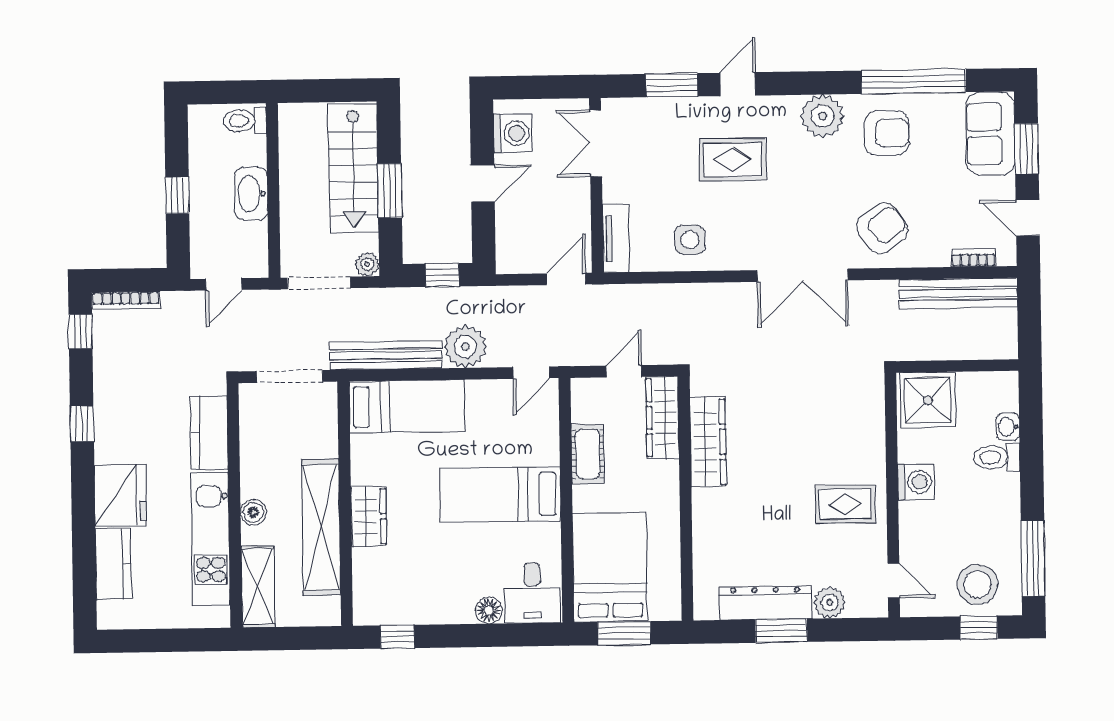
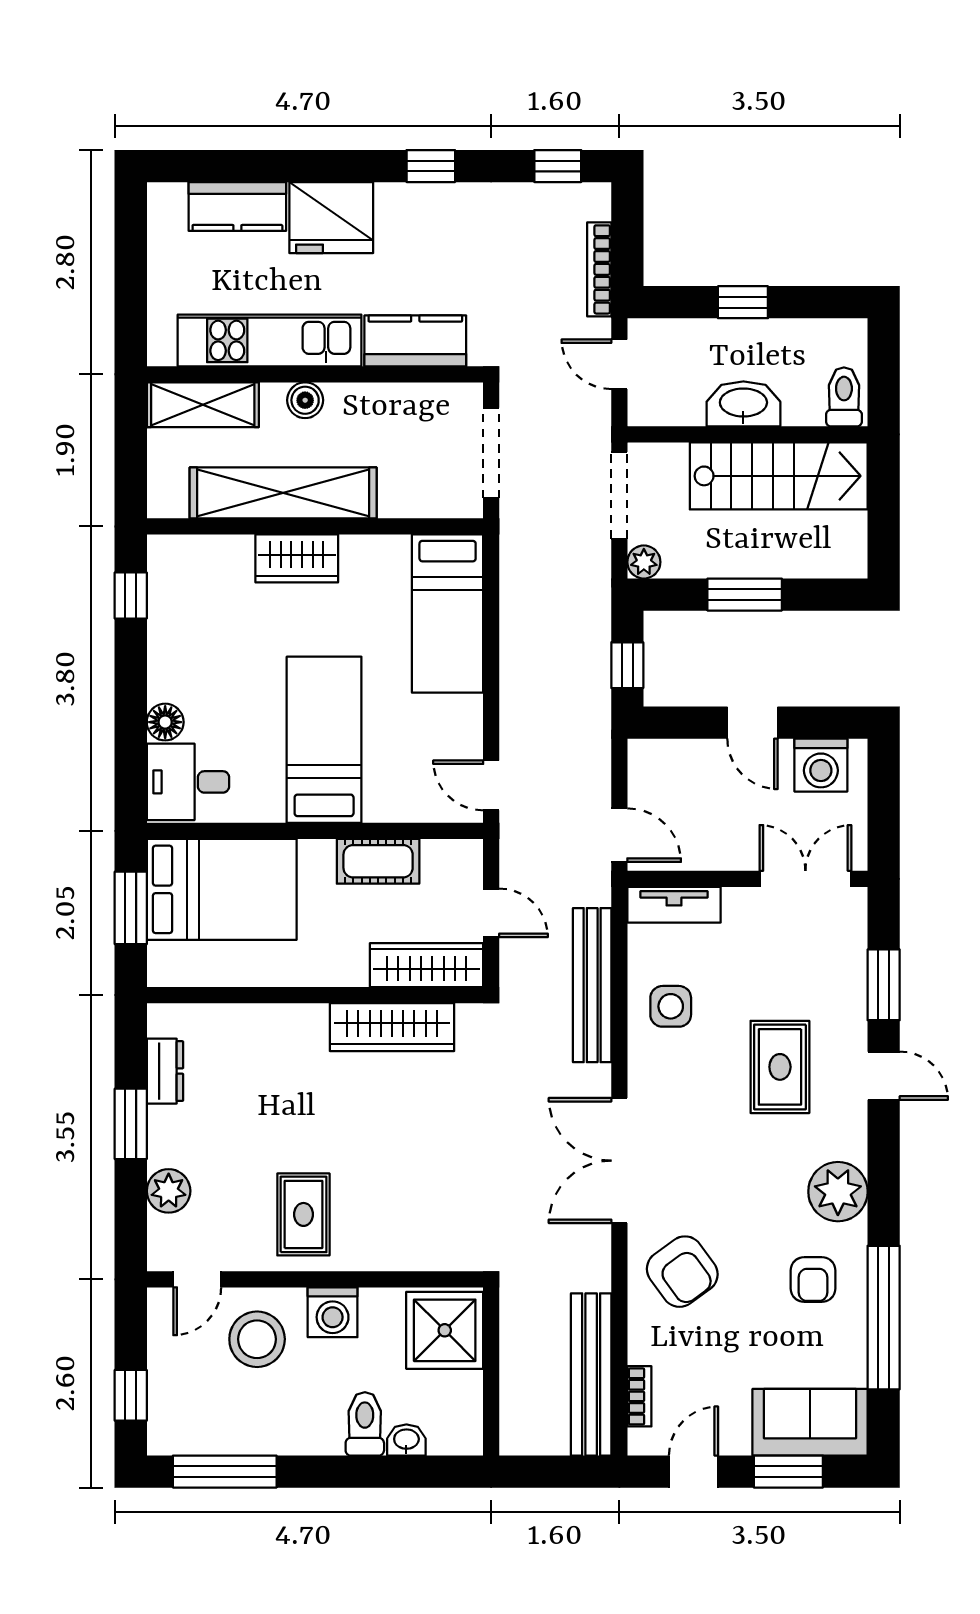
armchair: (887, 133) -> (813, 1280), width x0.72, depth x0.72
stairs: (353, 168) -> (779, 476), moved, turned 180
bookcase: (126, 300) -> (599, 269), moved
plant: (465, 347) -> (529, 695), removed
bench: (386, 355) -> (592, 985), moved
stool: (977, 584) -> (257, 1339), moved
dresser: (765, 603) -> (165, 1071), width x0.51, depth x0.80

